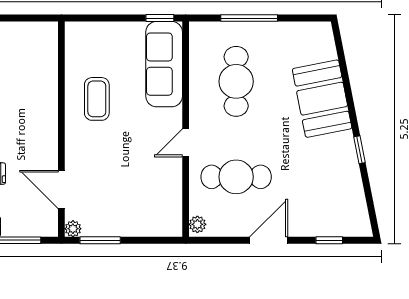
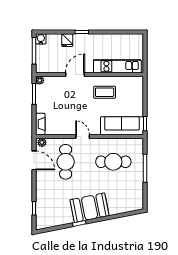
kitchen unit: (45, 73) -> (117, 66), added
booth: (322, 99) -> (90, 208), moved
door: (61, 189) -> (75, 75), moved
fireplace: (160, 228) -> (40, 124), added
door: (269, 240) -> (34, 160), moved

